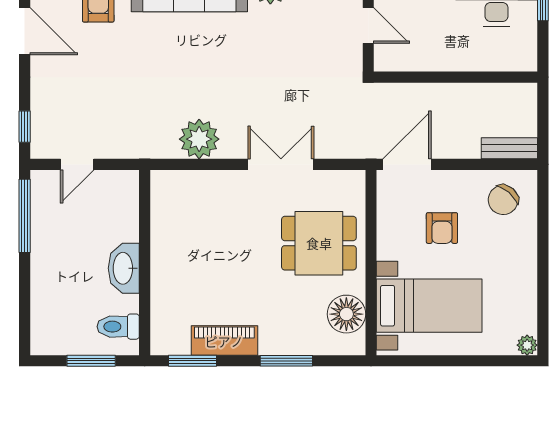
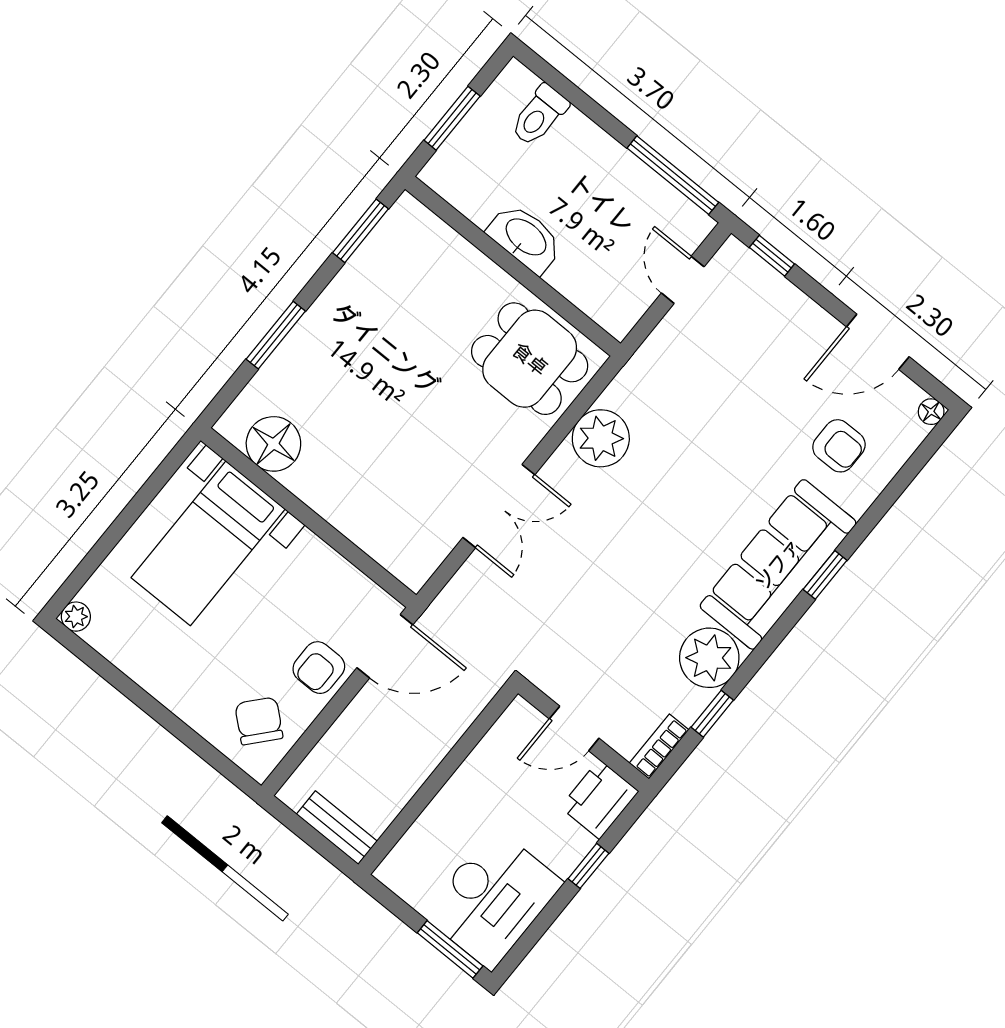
bench: (509, 148) -> (337, 828), moved, turned 90
door: (407, 164) -> (385, 646), hinge flipped
armchair: (442, 228) -> (319, 668), moved, turned -90
dining table: (319, 243) -> (530, 359), moved, turned 90
toilet: (118, 327) -> (539, 115), moved, turned 180
piano: (224, 341) -> (354, 285), removed

